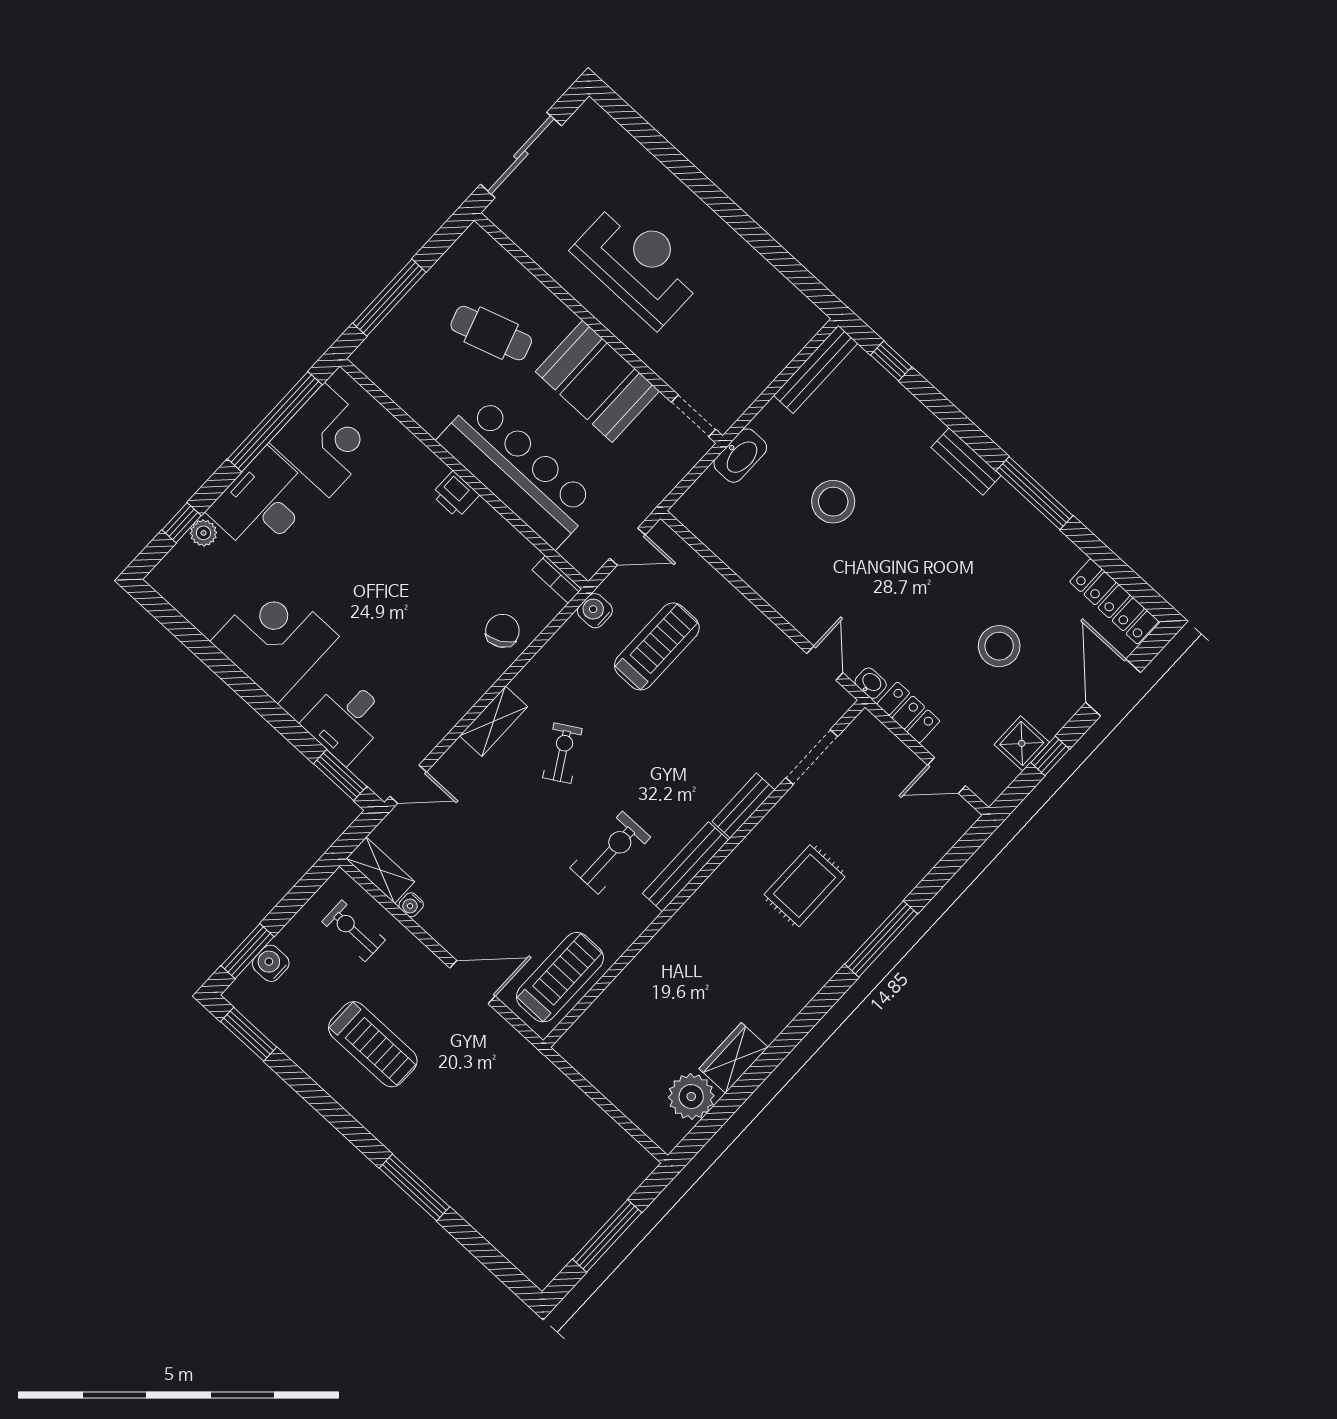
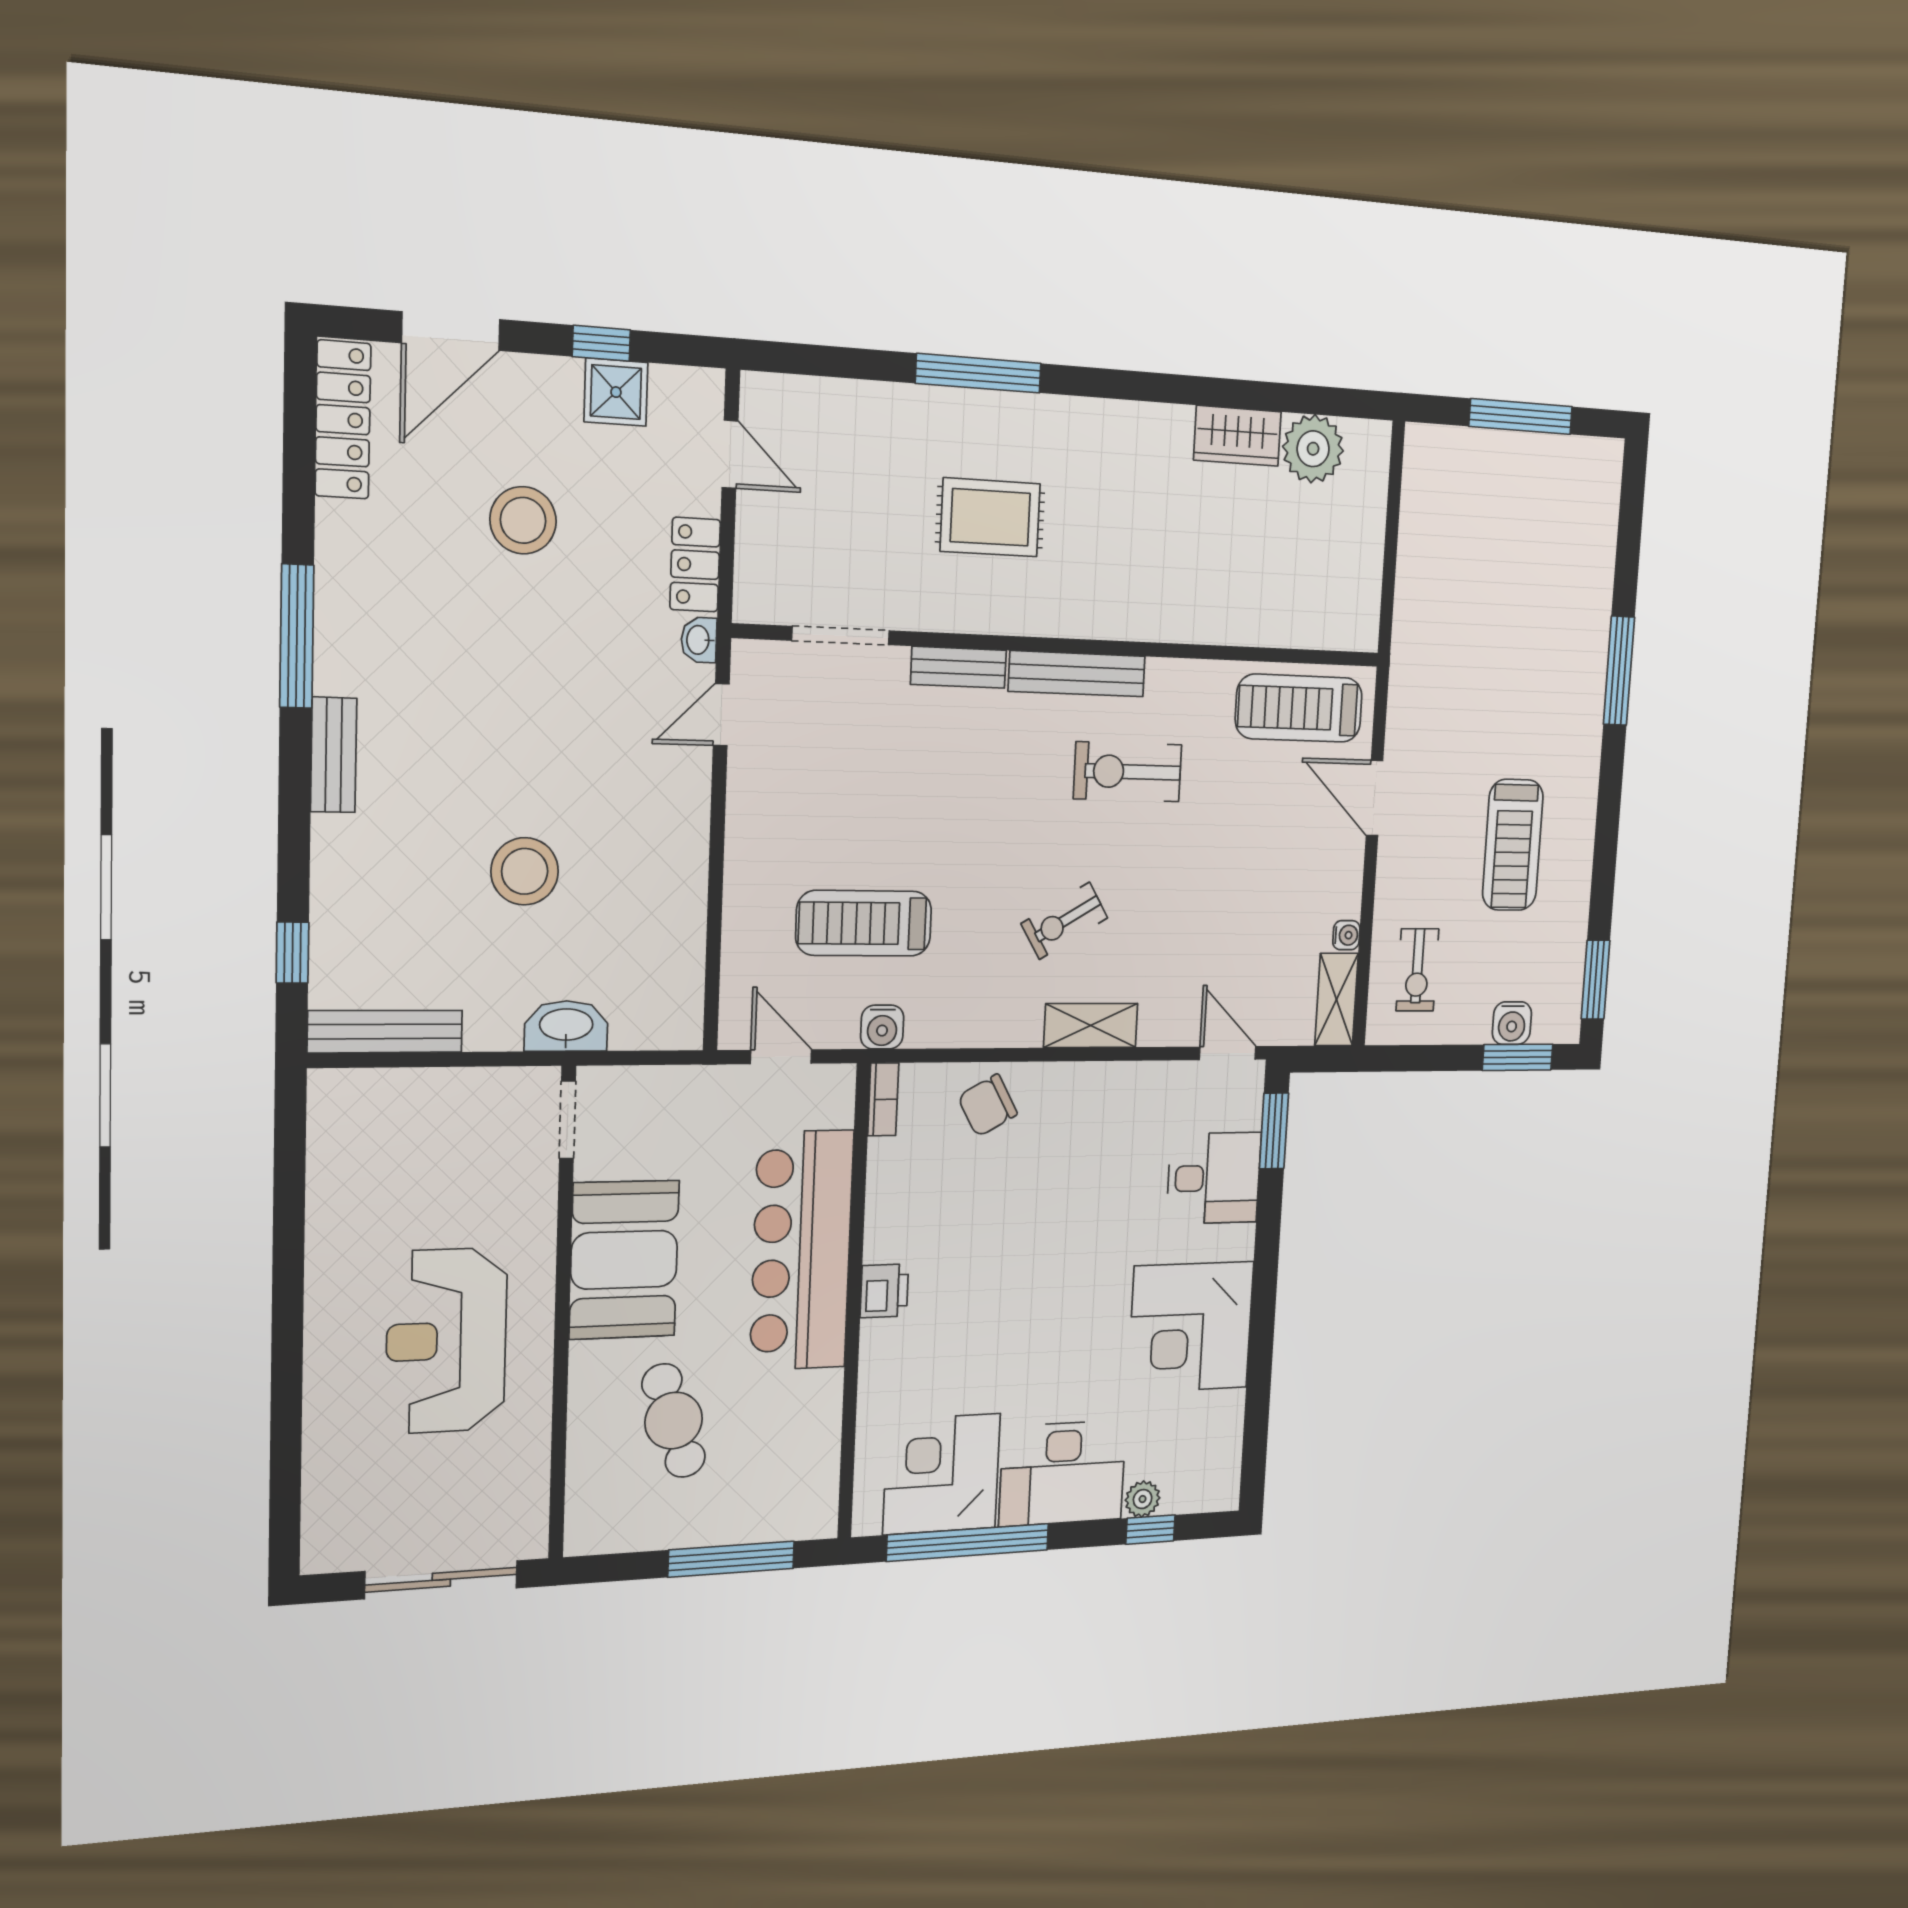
treadmill: (373, 1044) -> (1513, 845), turned 180

